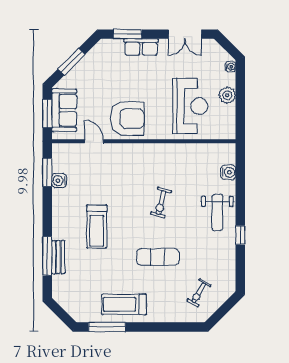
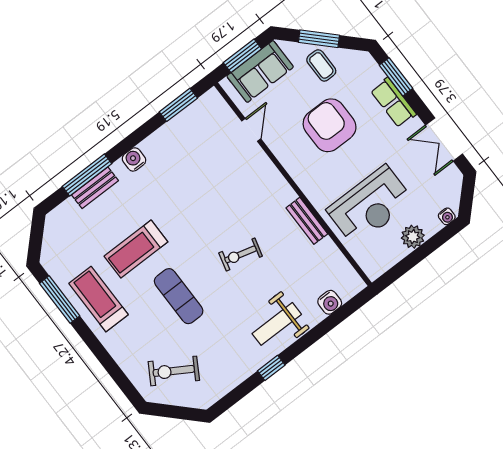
coffee table: (88, 72) -> (321, 65), added
armchair: (127, 119) -> (330, 125), moved, turned 180
bench: (171, 149) -> (307, 221), added
water cooler: (59, 181) -> (134, 159), moved
treadmill: (97, 226) -> (136, 249), moved
exercise bike: (199, 293) -> (174, 371), width x1.38, depth x1.39

